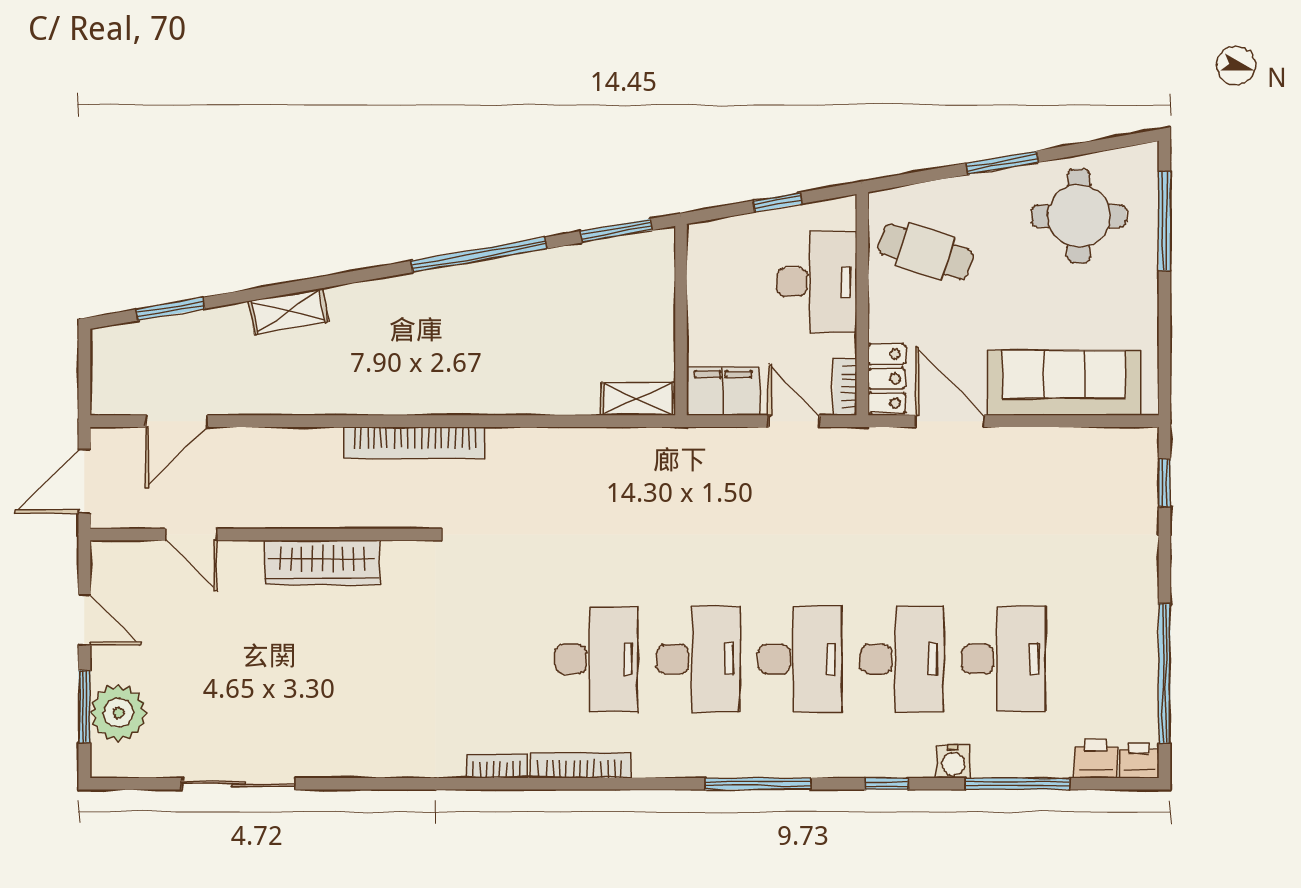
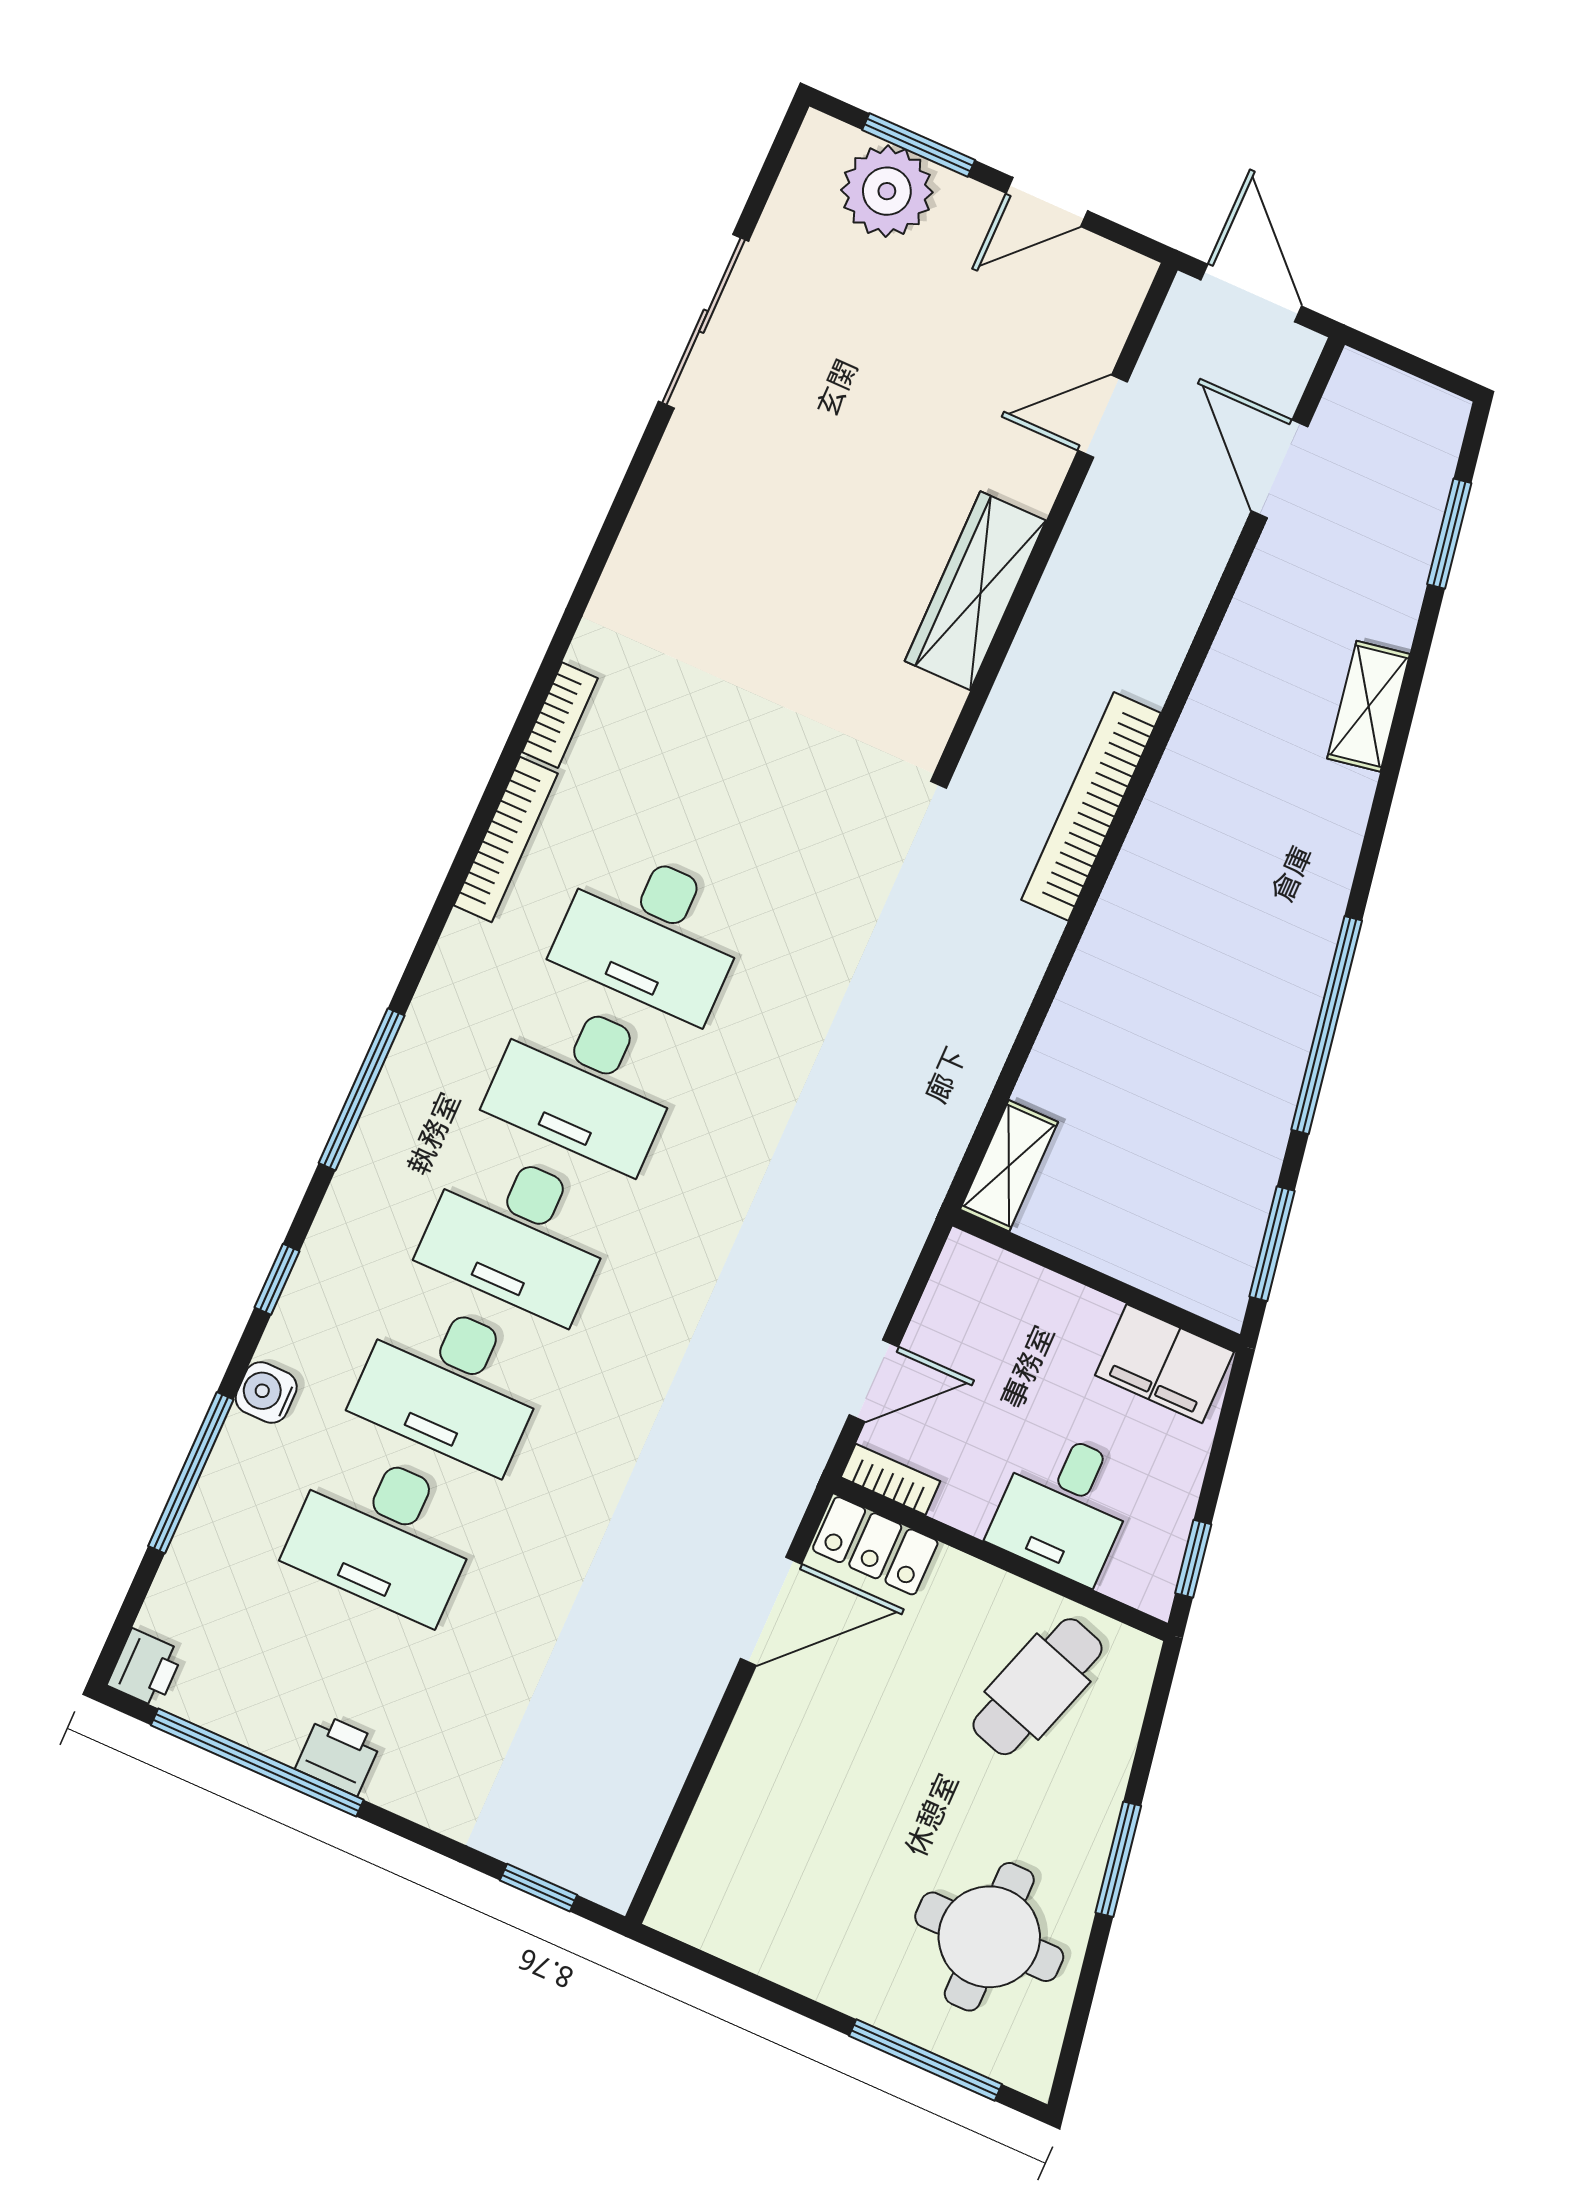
window: (777, 202) -> (1193, 1559), moved
desk: (817, 282) -> (1064, 1506), width x0.73
sofa: (1064, 383) -> (753, 1805), removed
filing cabinet: (723, 391) -> (1164, 1364), moved, turned 90
printer: (1096, 759) -> (339, 1755), moved, turned -90

